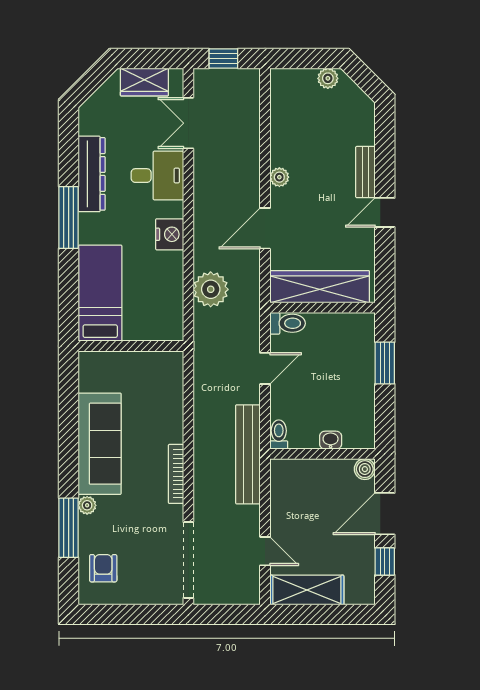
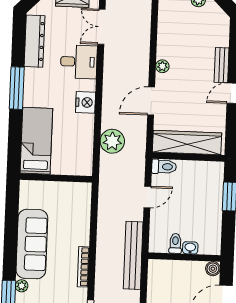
dresser: (92, 174) -> (34, 41), moved
toilet: (279, 434) -> (175, 243), moved

